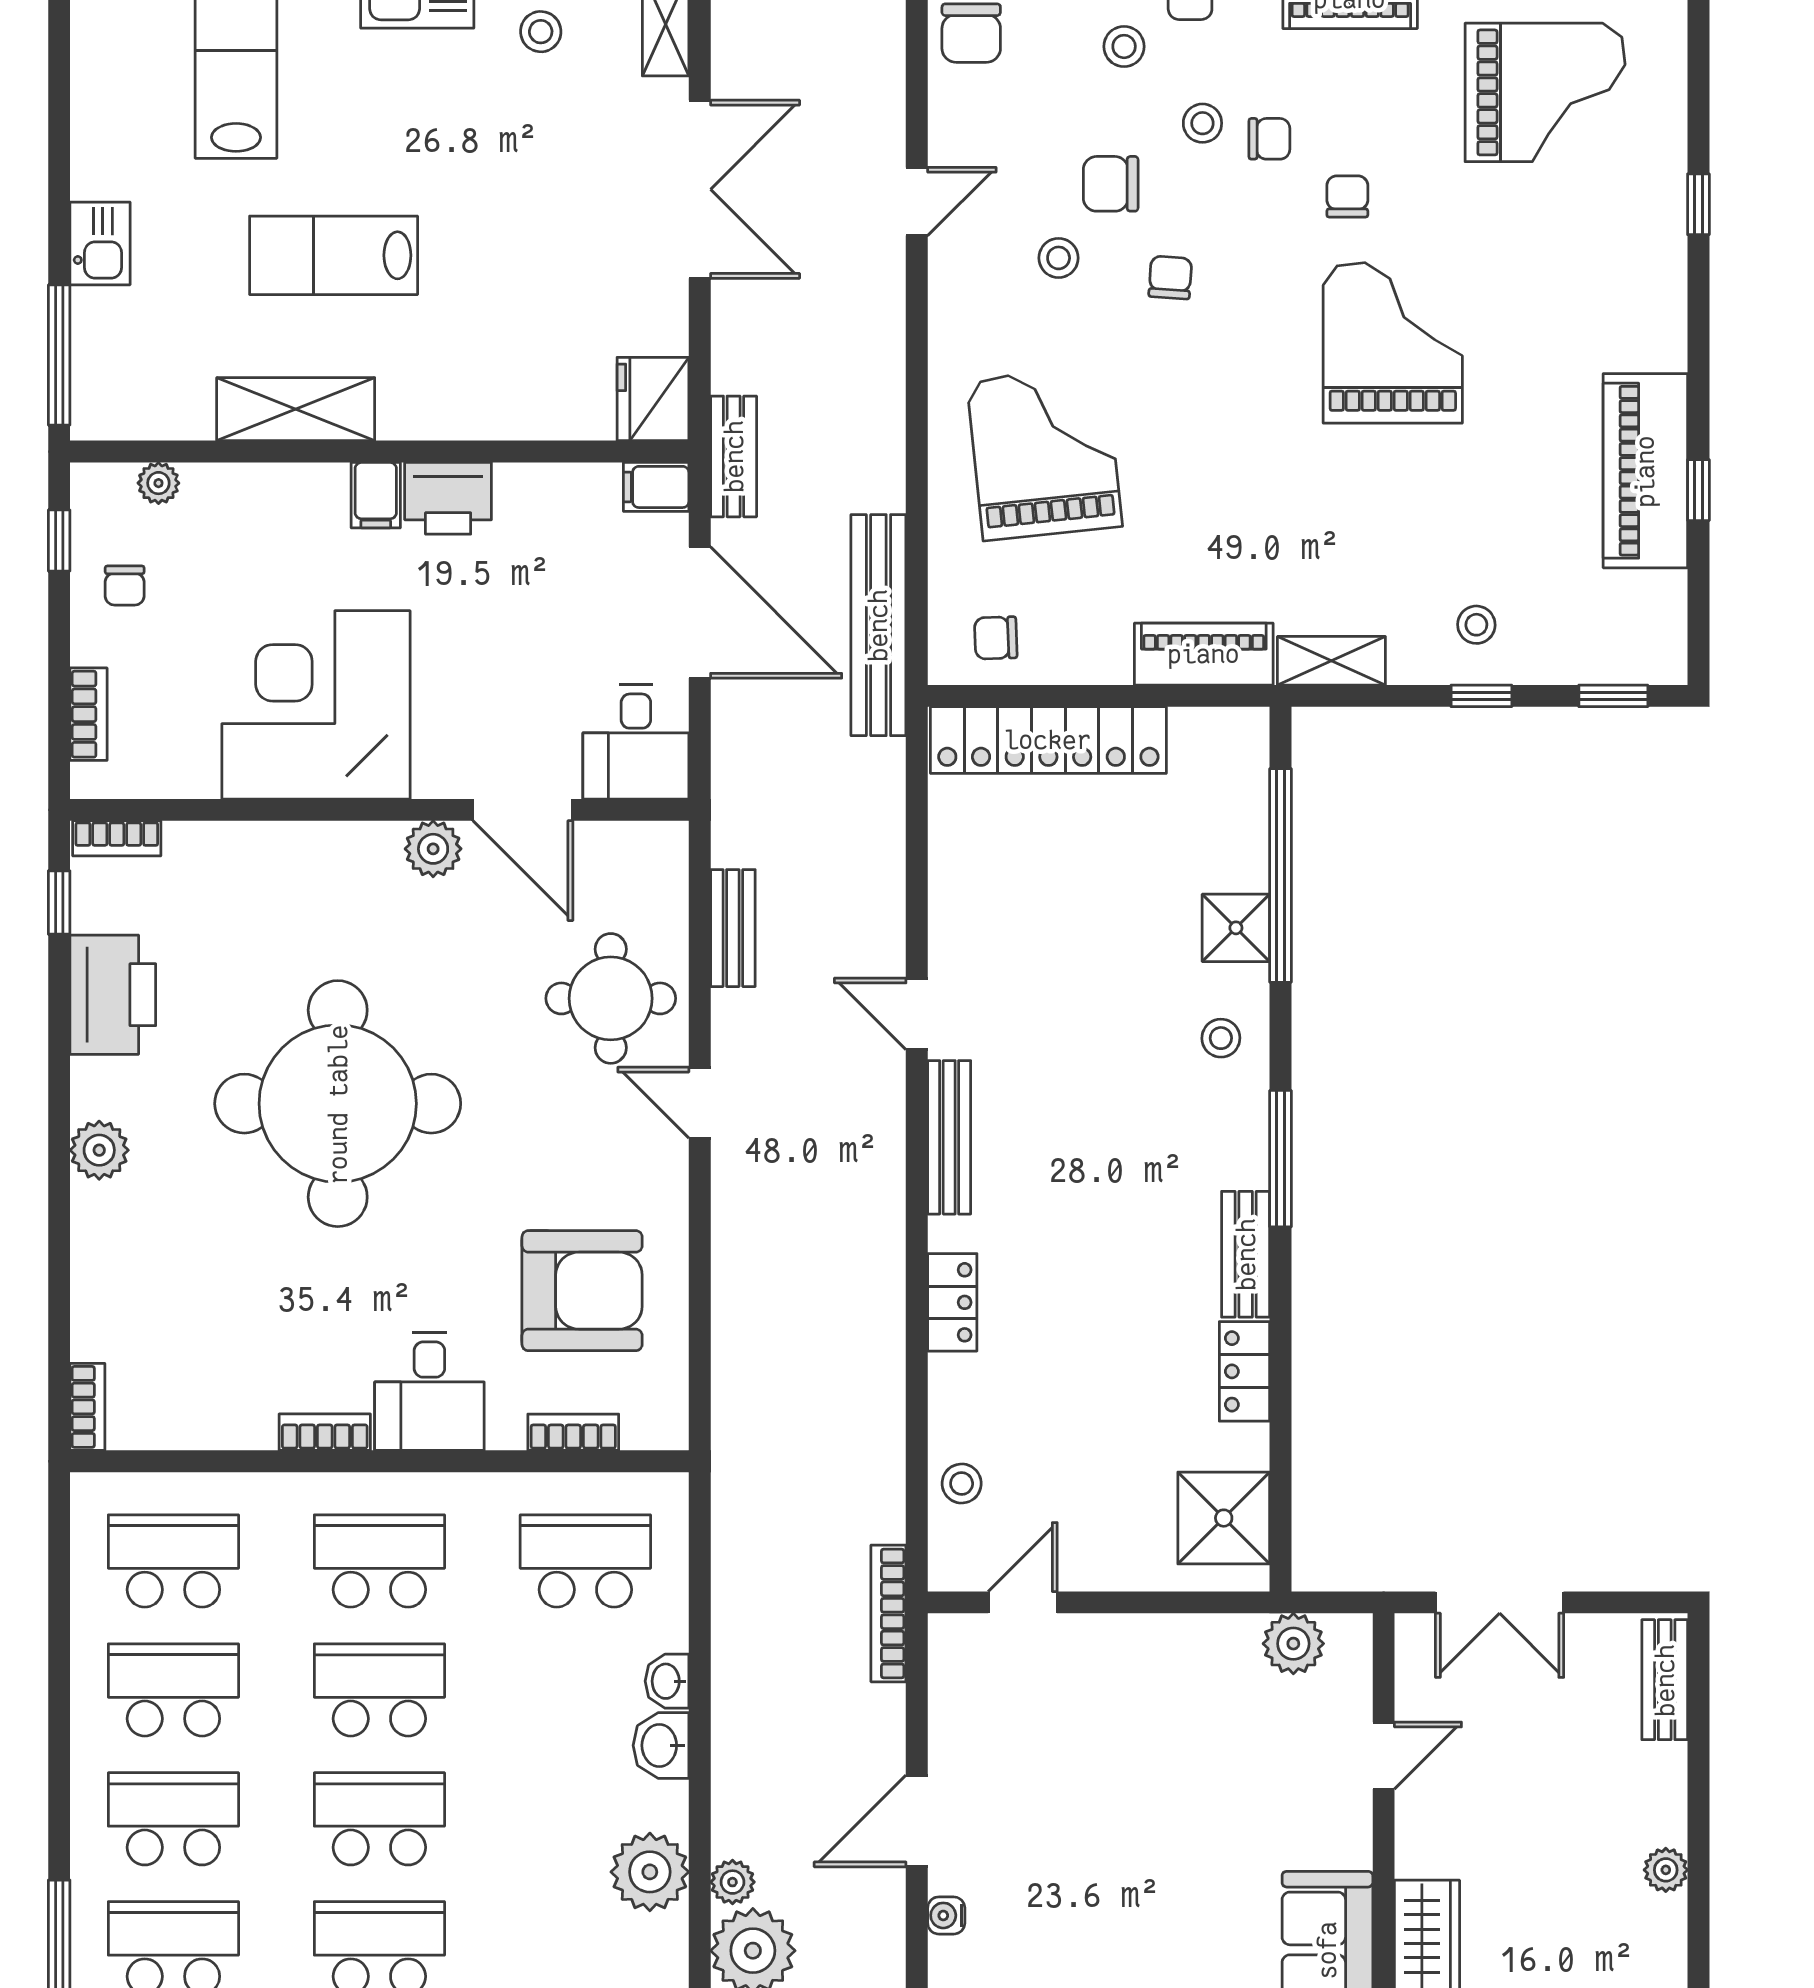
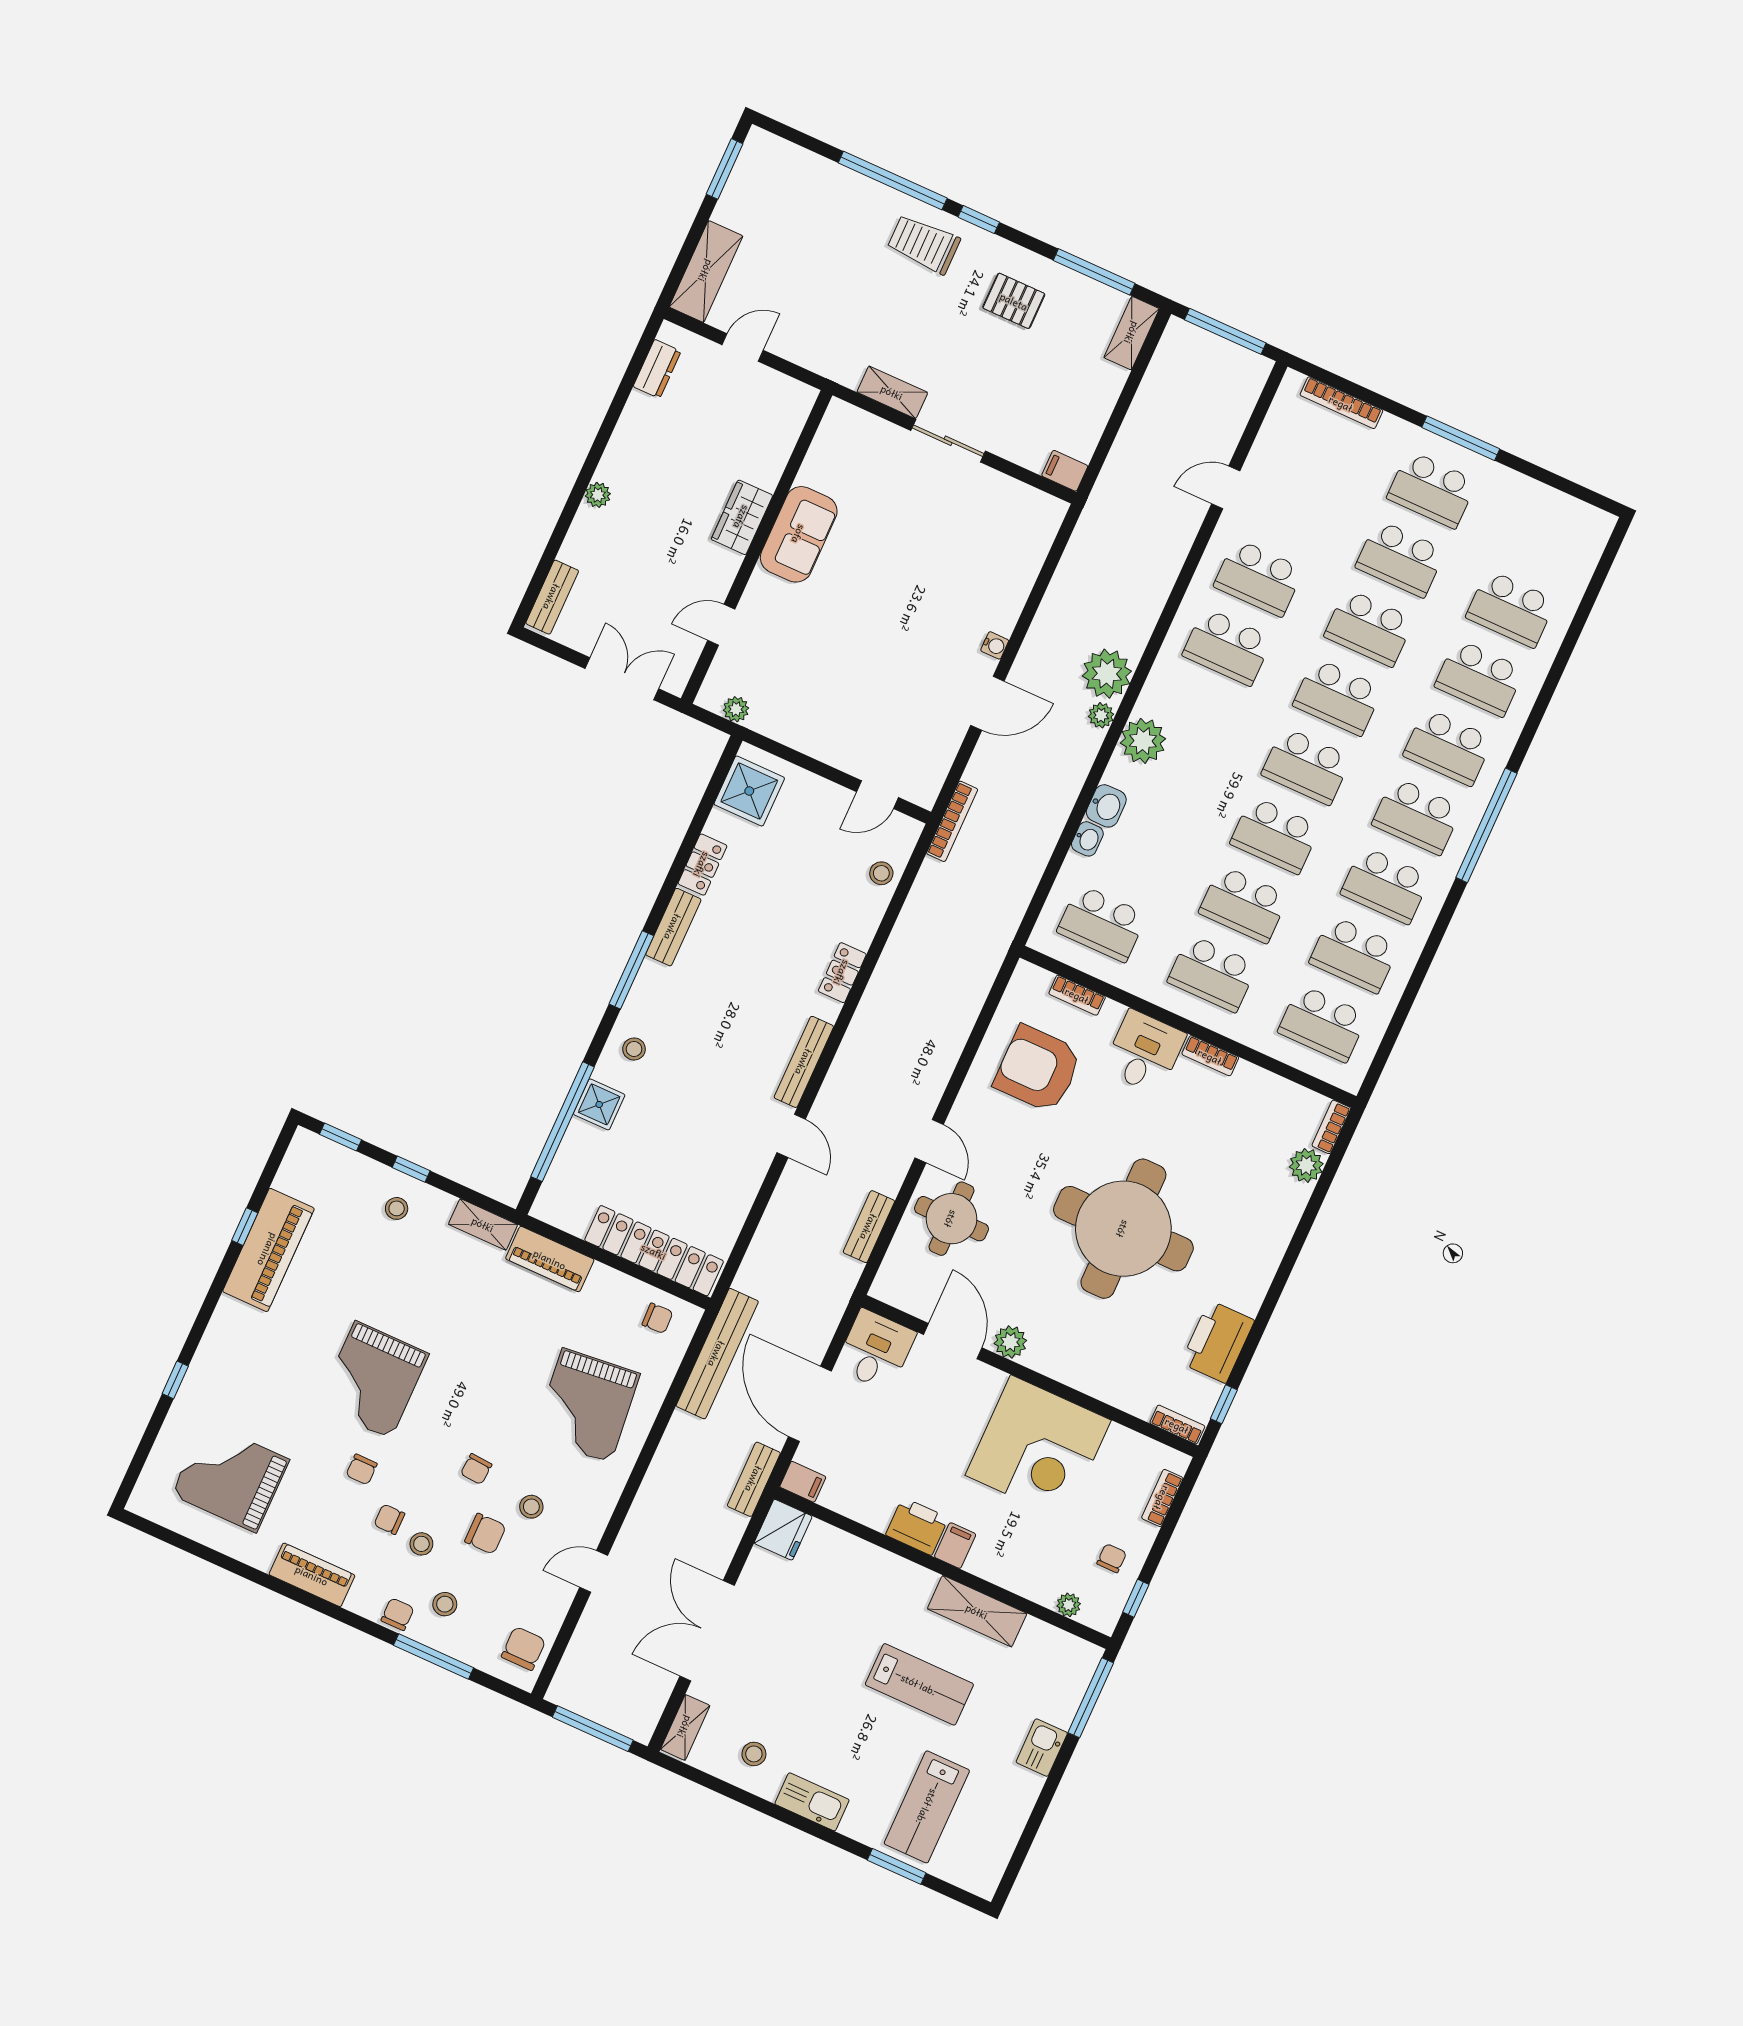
plant: (99, 1150) -> (1306, 1165), moved
plant: (1293, 1644) -> (736, 709), width x0.73, depth x0.73

